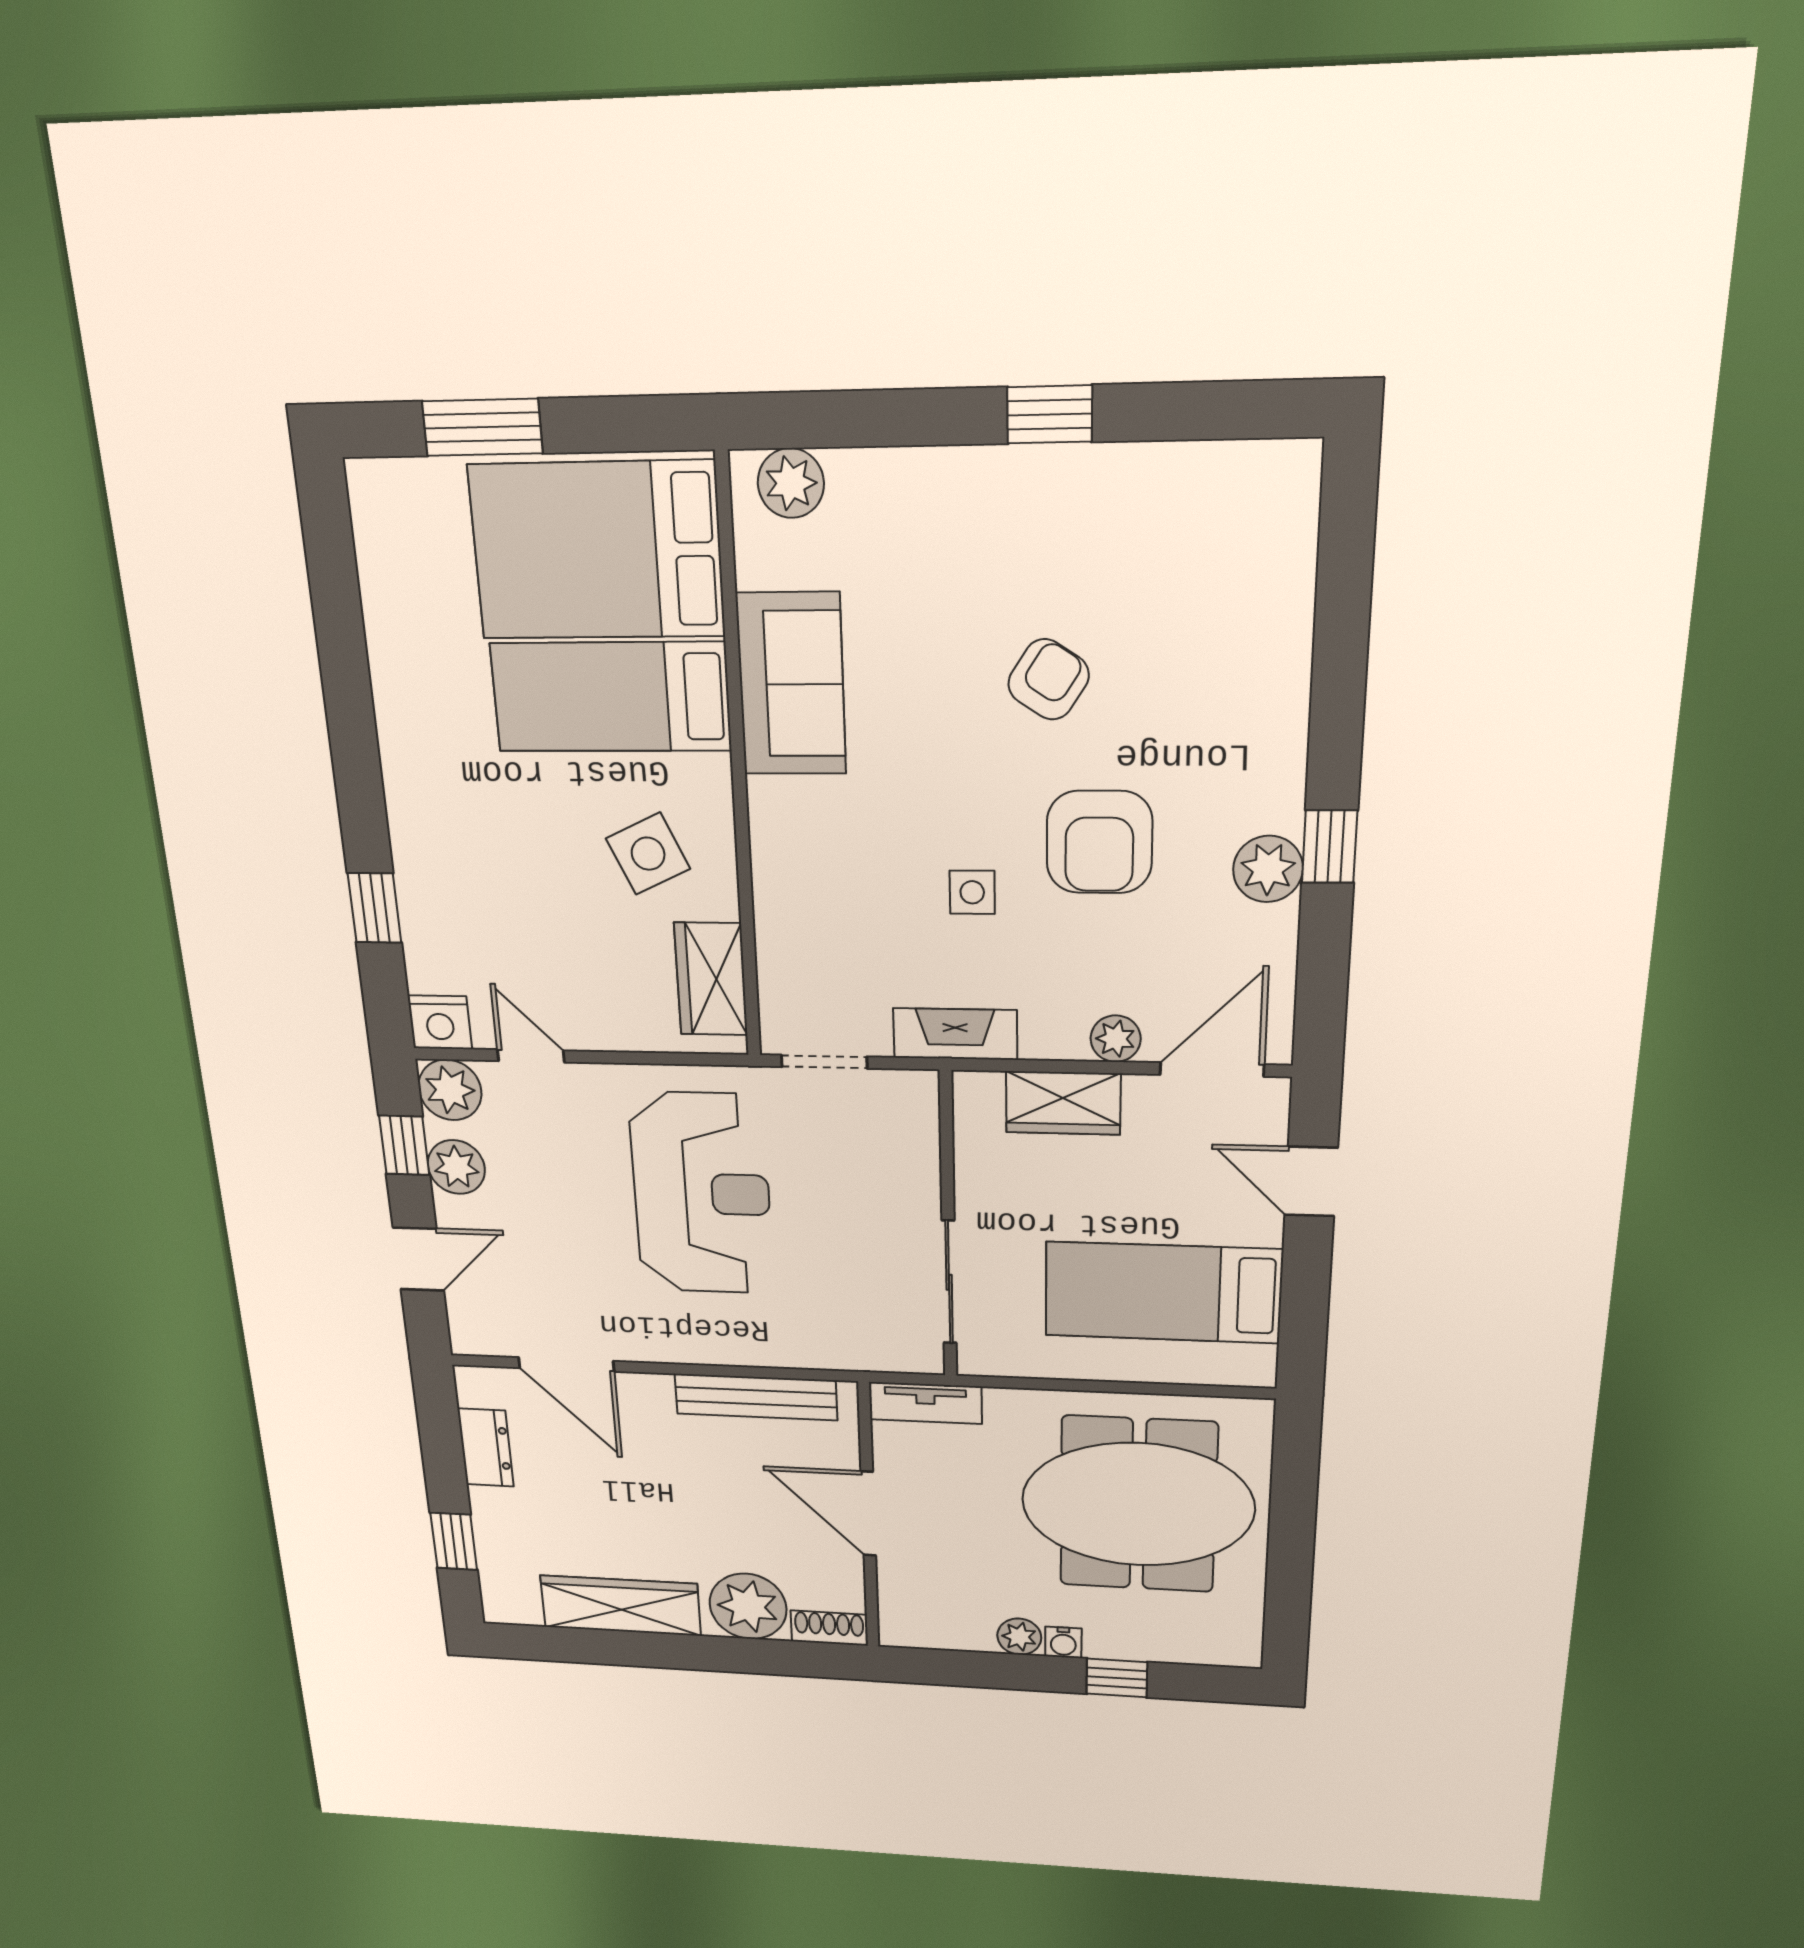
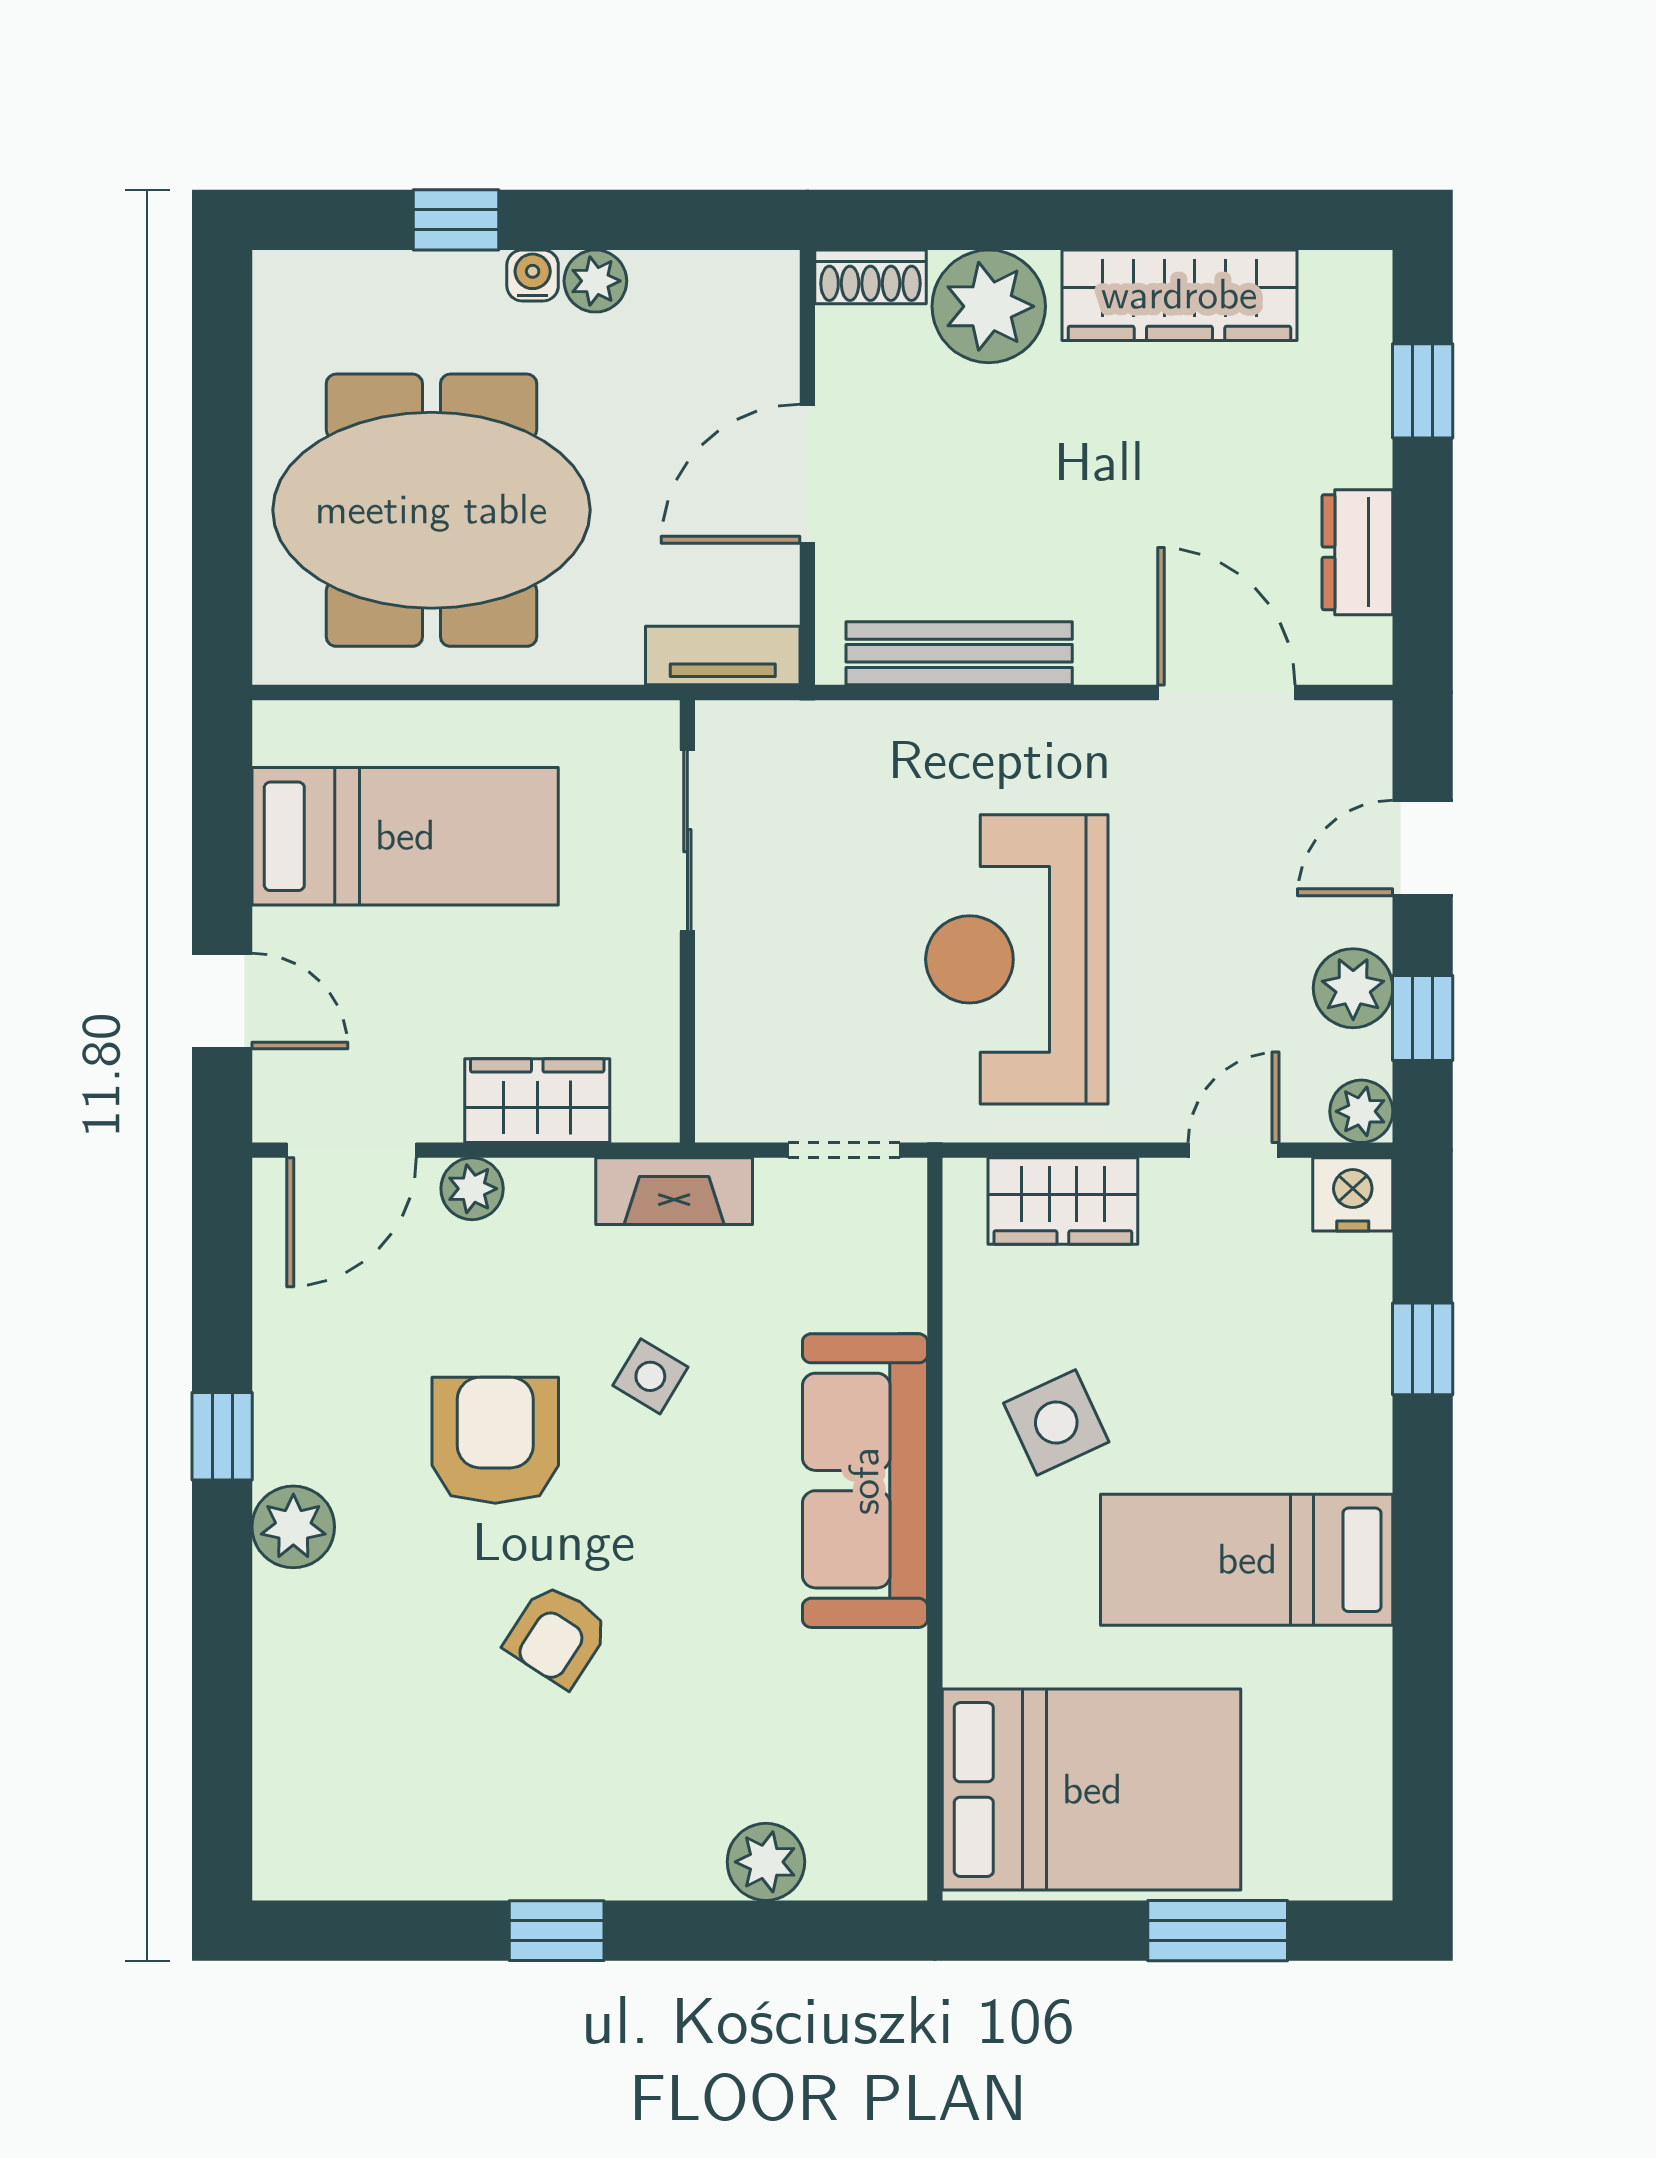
plant: (791, 483) -> (766, 1862), moved
sofa: (791, 684) -> (865, 1481), moved, width x1.36
bed: (611, 697) -> (1247, 1560), moved, turned 180
plant: (1268, 869) -> (293, 1527), moved
side table: (972, 892) -> (650, 1376), turned 31
wardrobe: (711, 979) -> (1063, 1201), moved, turned 90
door: (531, 1056) -> (1234, 1150), swing flipped
plant: (450, 1090) -> (1361, 1111), width x0.73, depth x0.73
door: (868, 1514) -> (807, 474), swing flipped

